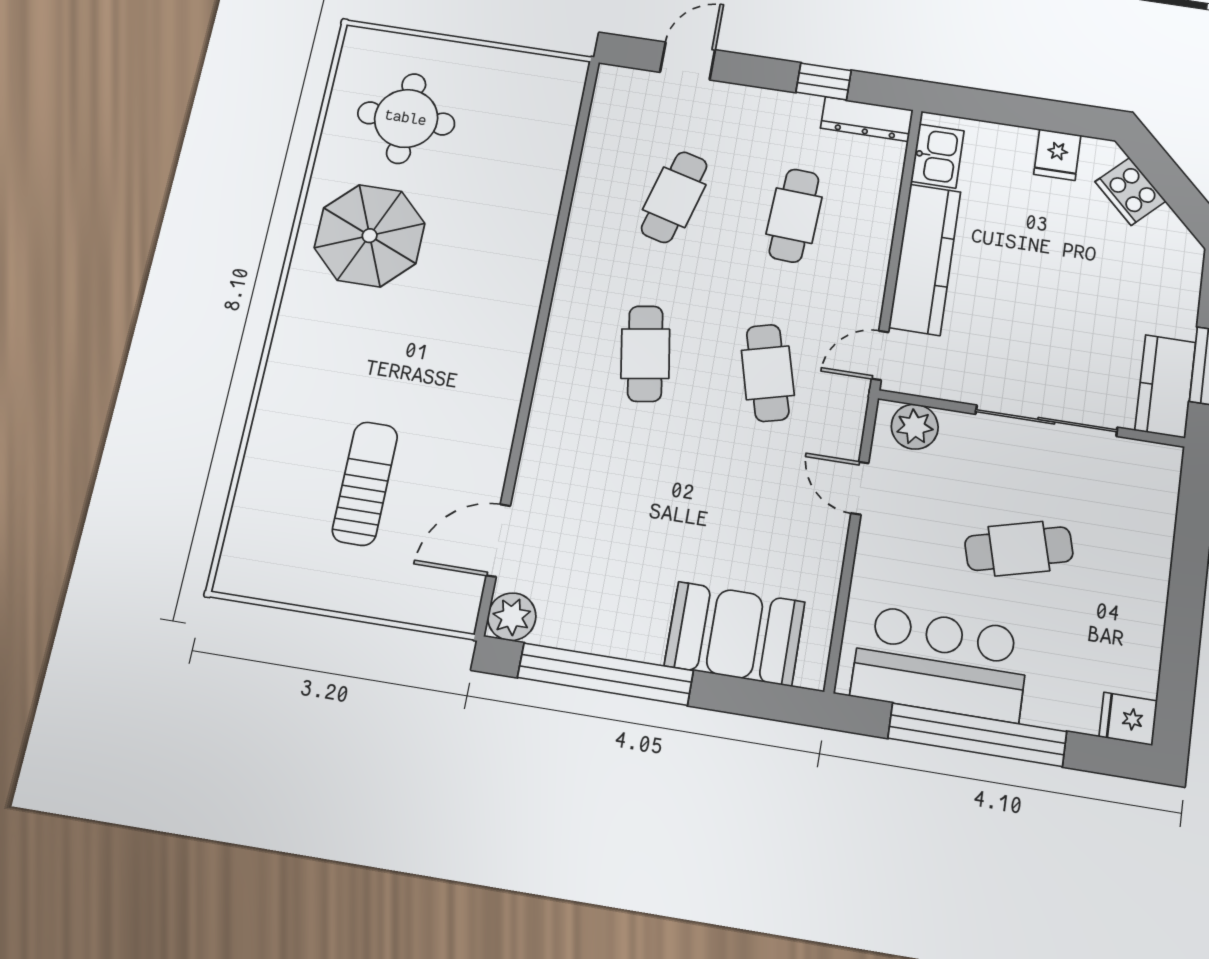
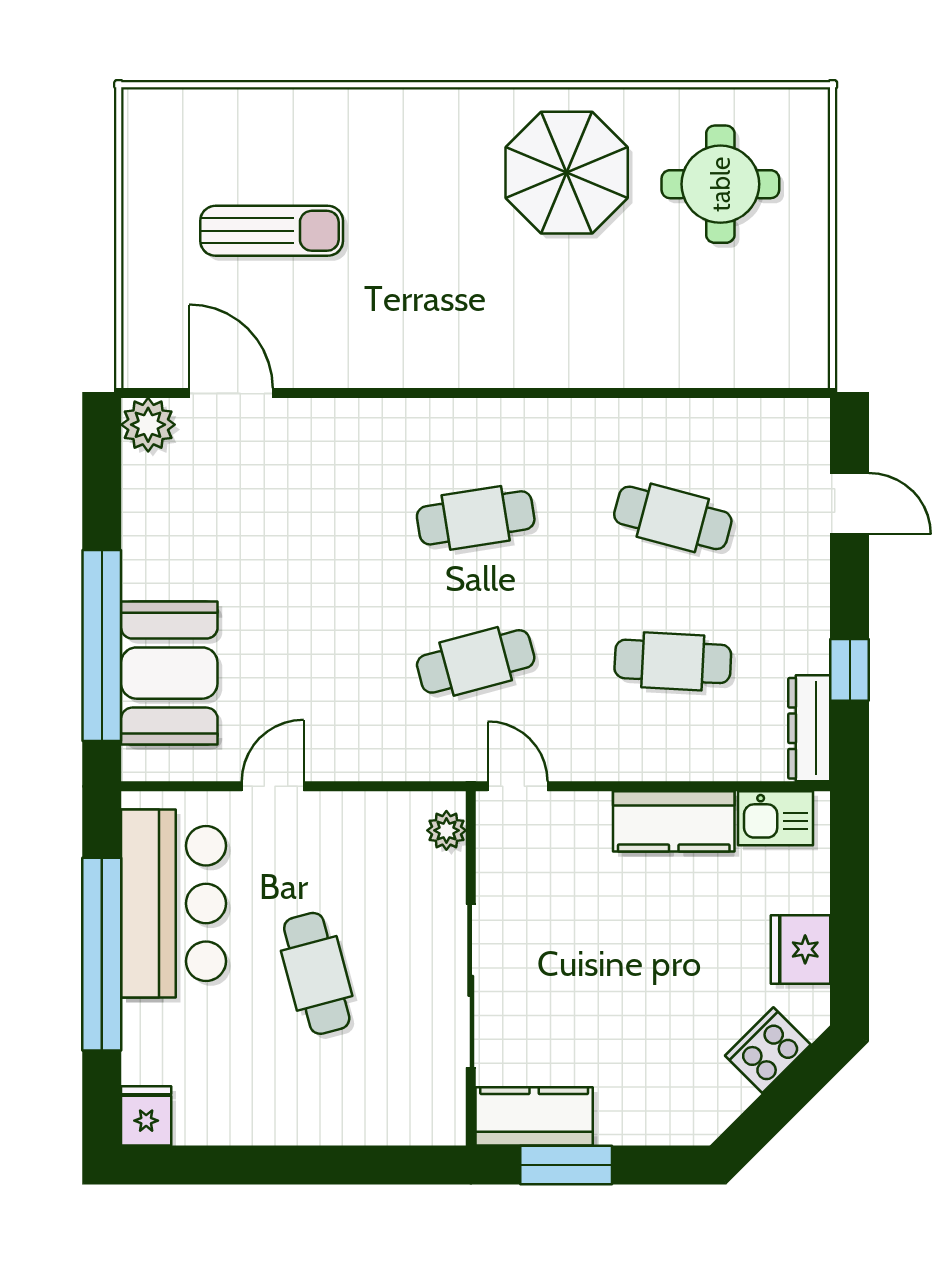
fridge: (1057, 155) -> (801, 949), width x1.38
kitchen counter: (925, 259) -> (674, 821), width x0.67
plant: (915, 427) -> (446, 830), width x0.73, depth x0.73
door: (860, 488) -> (273, 786), moved
window: (605, 674) -> (102, 645), moved

